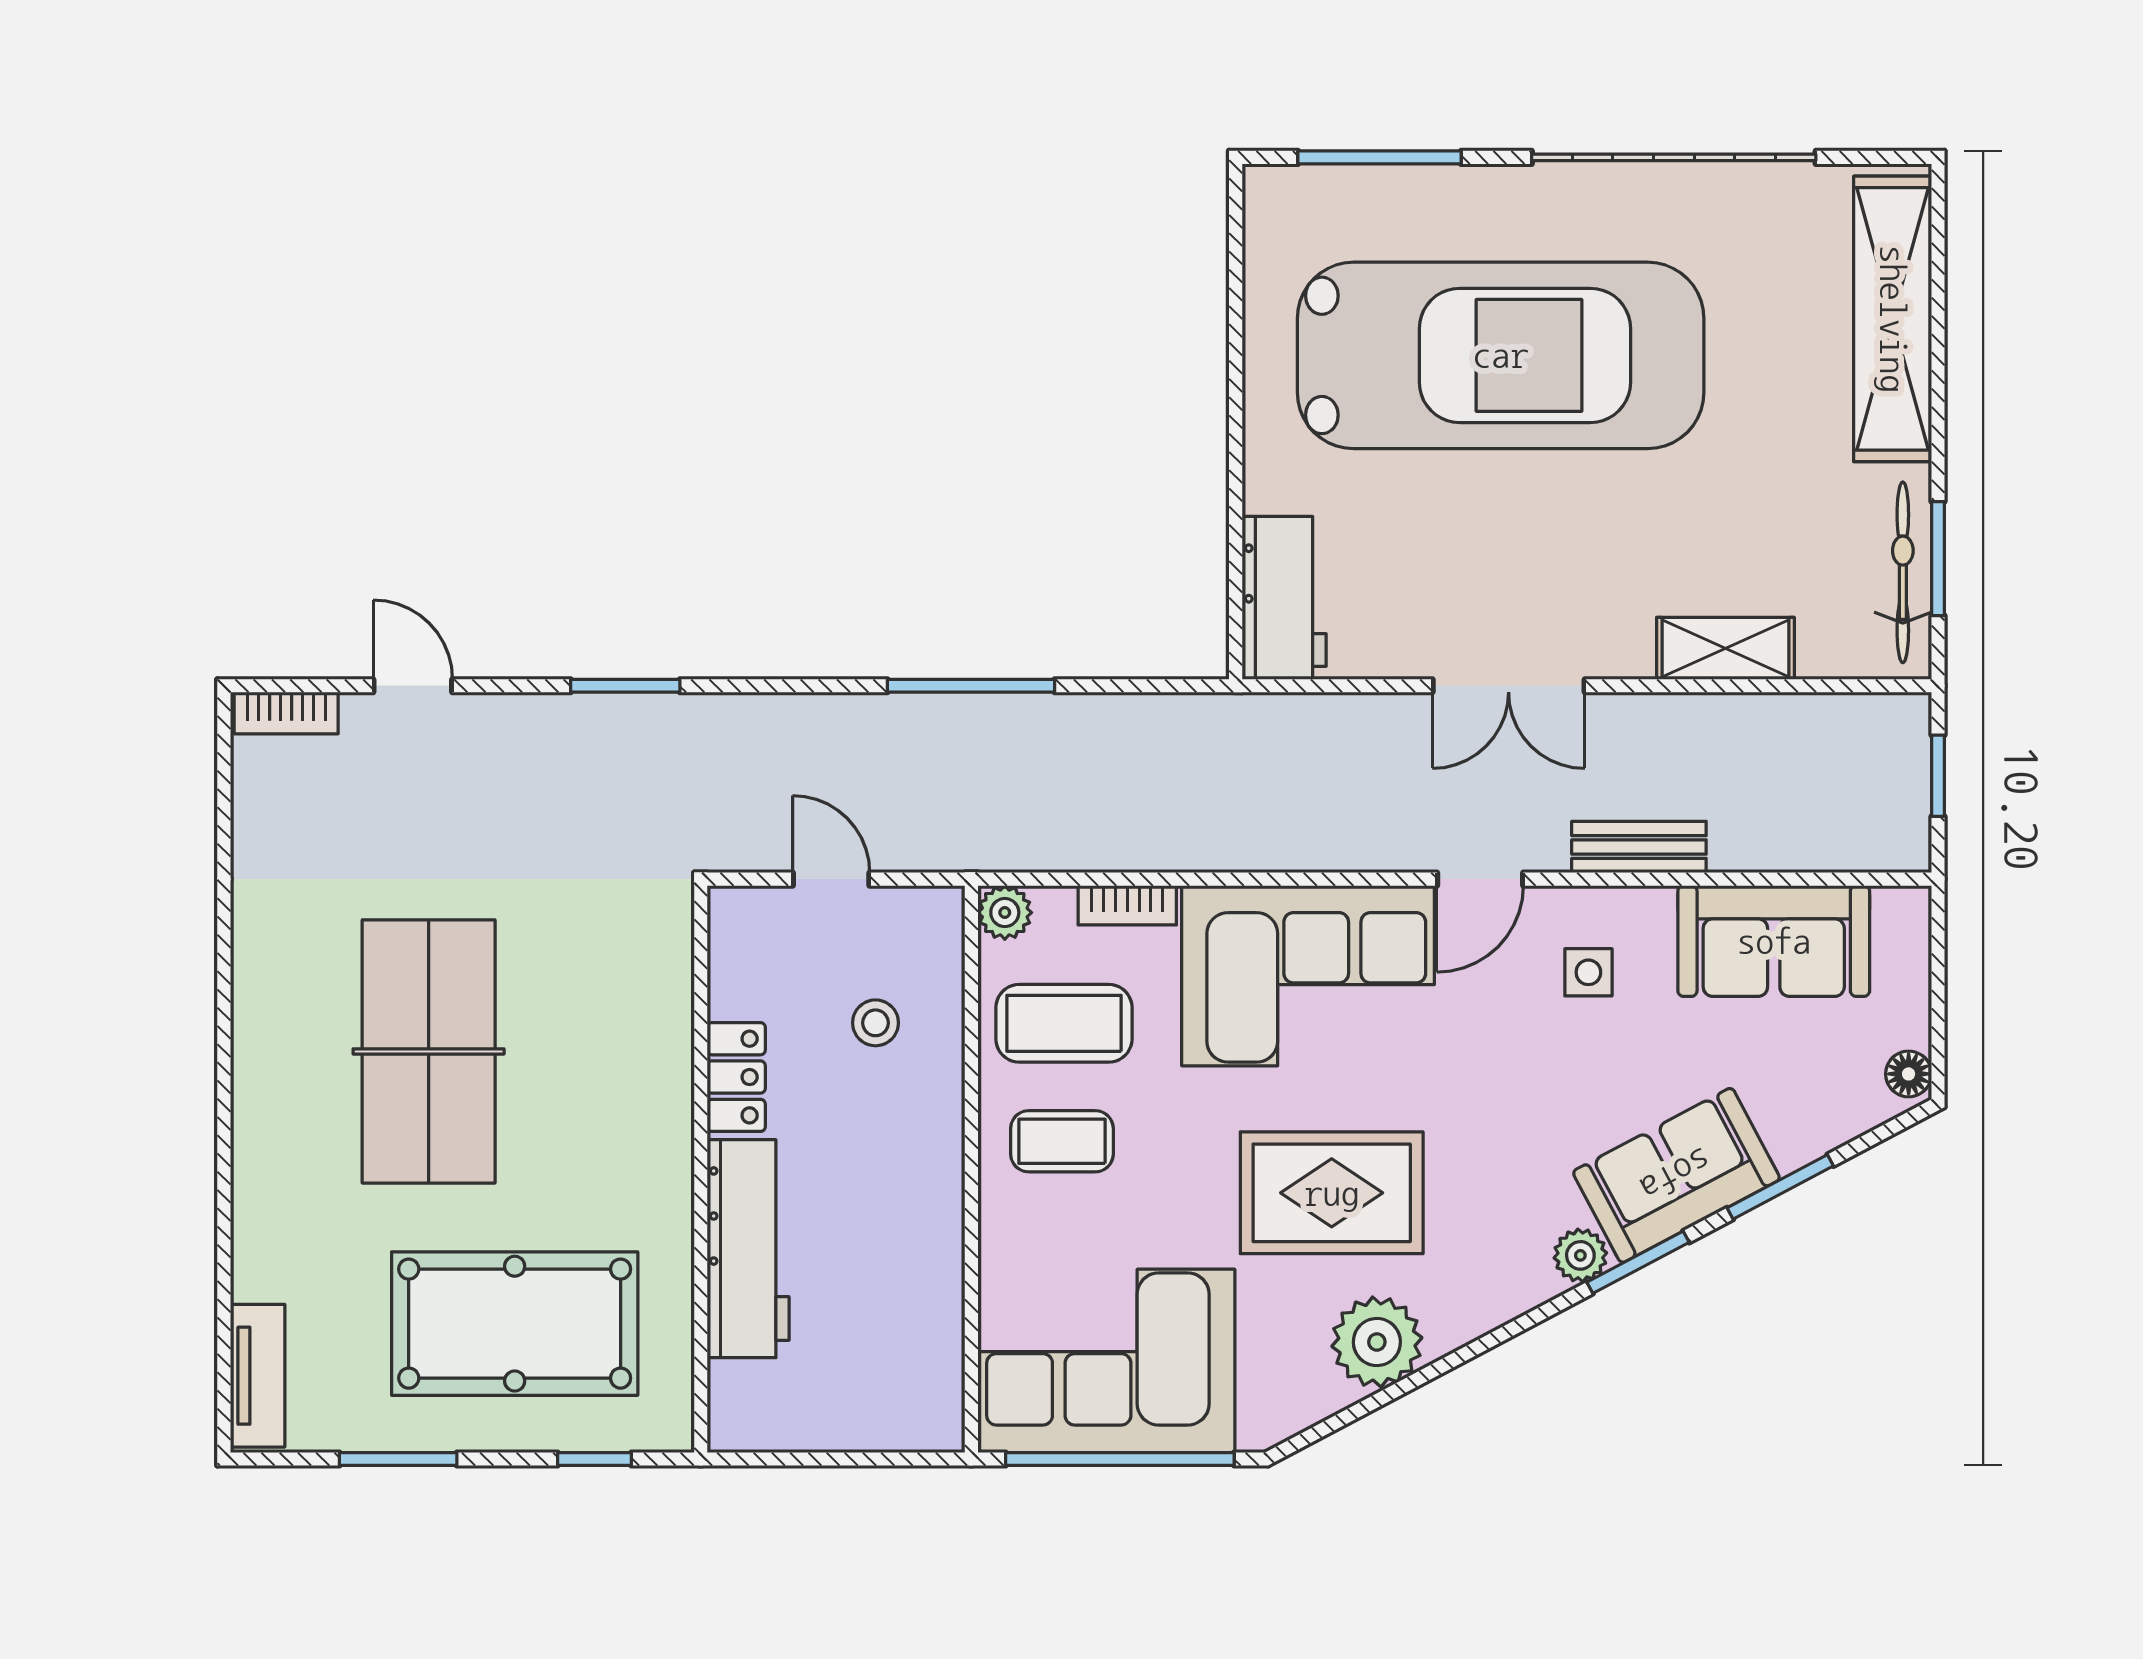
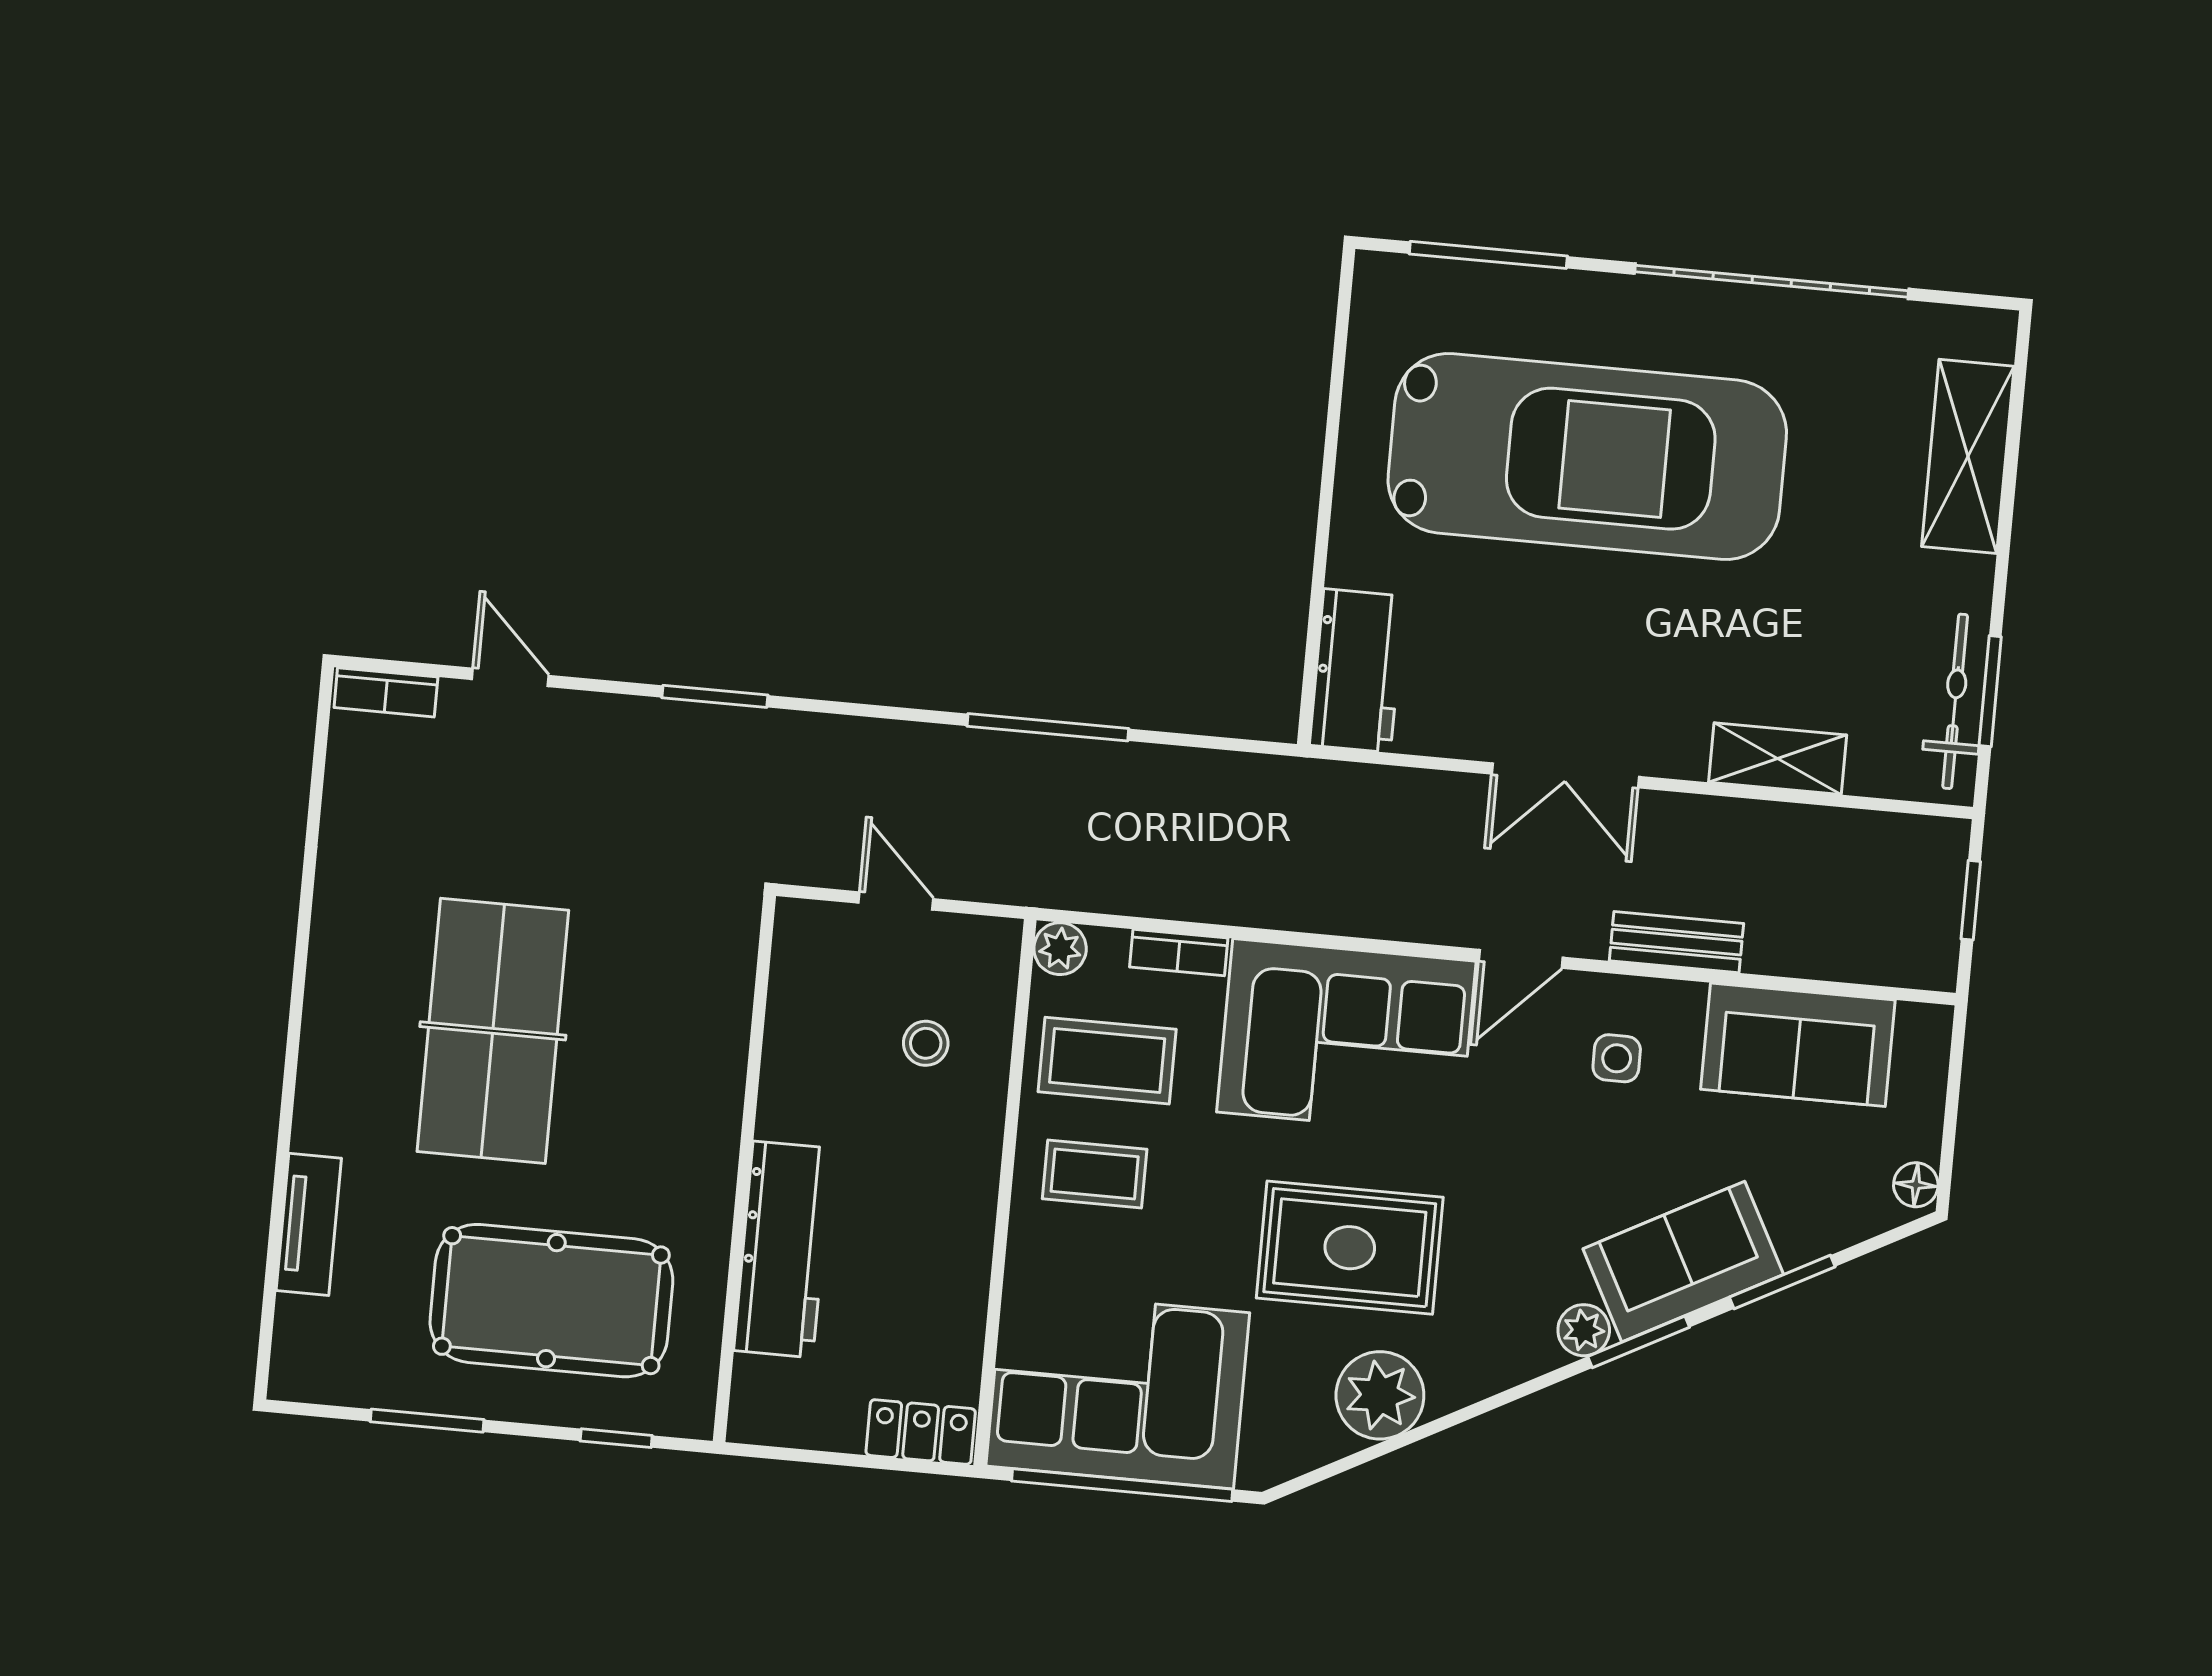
shelving: (1893, 319) -> (1968, 456), width x0.68
locker: (736, 1077) -> (921, 1432), moved, turned -90
tv unit: (258, 1376) -> (309, 1224), moved

